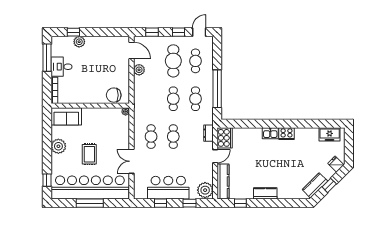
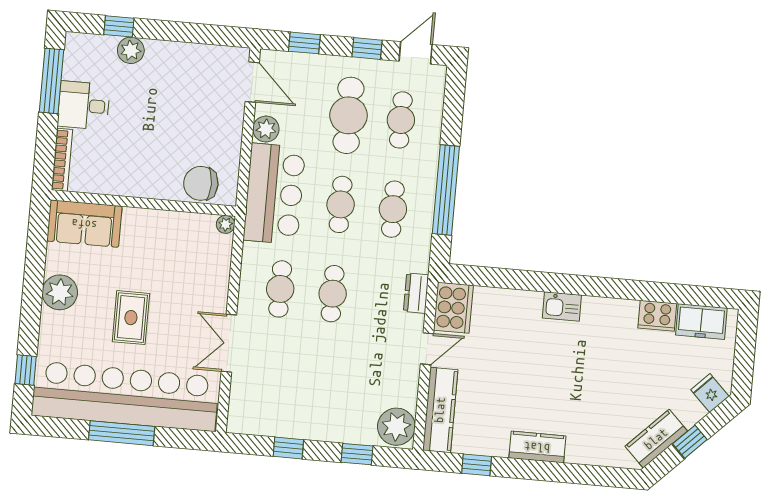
cooker: (287, 134) -> (657, 316), moved
bar counter: (168, 188) -> (274, 194), moved, turned 90

